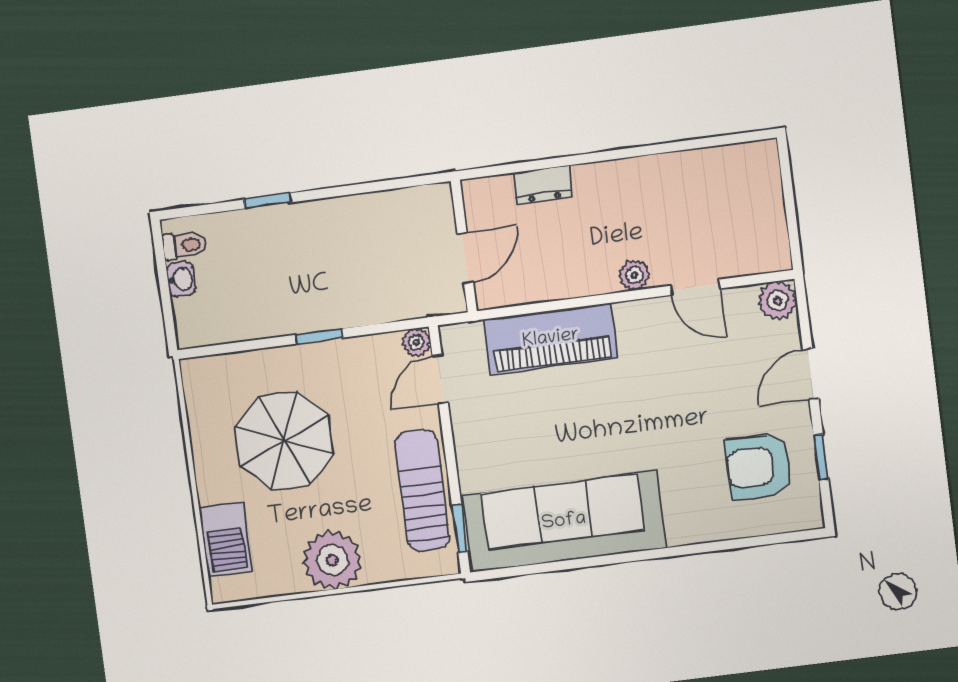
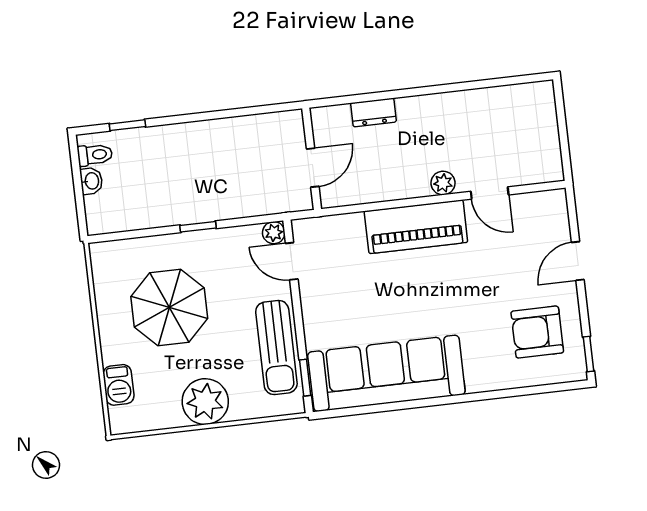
window: (267, 201) -> (127, 125), moved
plant: (777, 301) -> (553, 204), removed
piano: (551, 339) -> (416, 227), moved
door: (440, 379) -> (292, 261), hinge flipped
window: (821, 457) -> (588, 354), moved
sun lounger: (422, 490) -> (276, 347), turned 180
barbecue: (226, 539) -> (119, 385), width x0.73, depth x0.79

